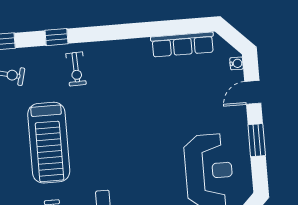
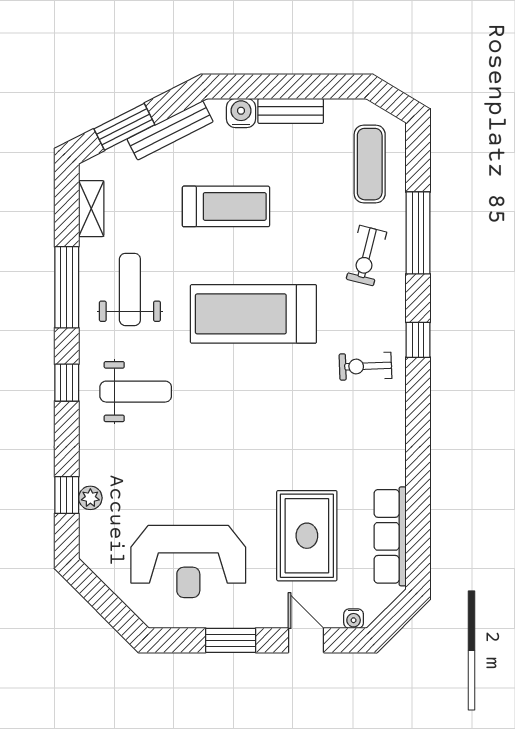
rug: (186, 97) -> (307, 536), added

